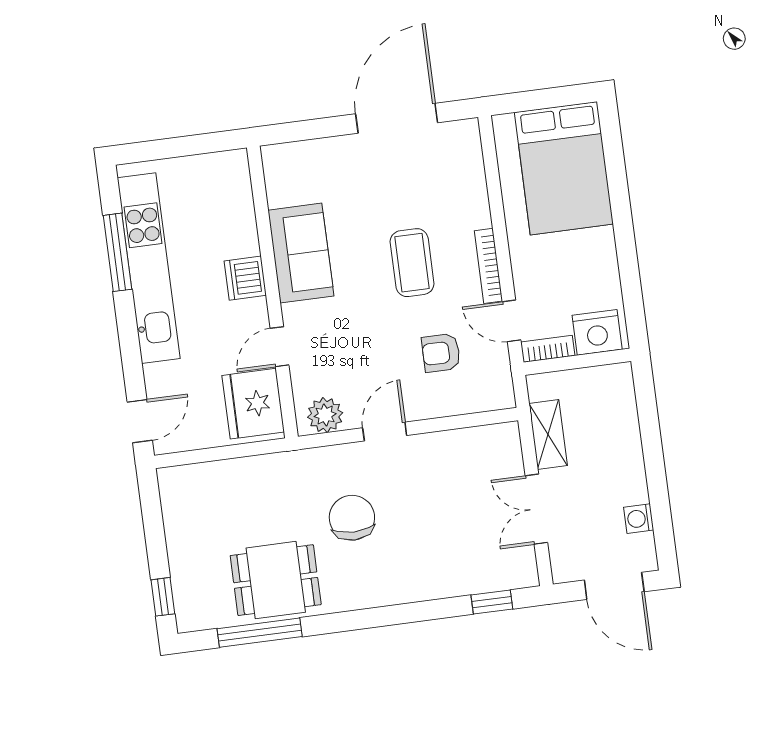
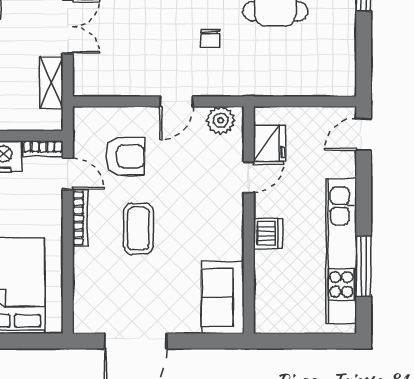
sofa: (301, 253) -> (223, 297), moved
armchair: (441, 353) -> (125, 156), width x1.38, depth x1.38
fridge: (253, 404) -> (269, 143), width x0.73, depth x0.75
chair: (352, 518) -> (210, 39), width x0.54, depth x0.54

